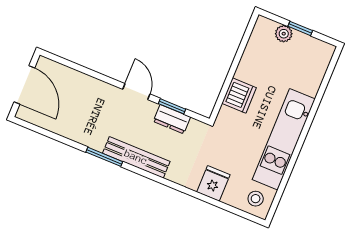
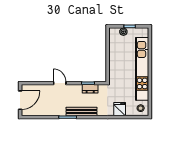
door: (24, 85) -> (20, 100), hinge flipped
door: (136, 92) -> (60, 83), moved
dishwasher: (239, 96) -> (115, 66), removed
kitchen unit: (284, 139) -> (142, 69), width x1.36

